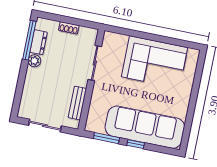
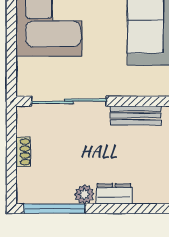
dresser: (39, 42) -> (114, 194), moved
sliding door: (95, 63) -> (69, 101), width x1.37

